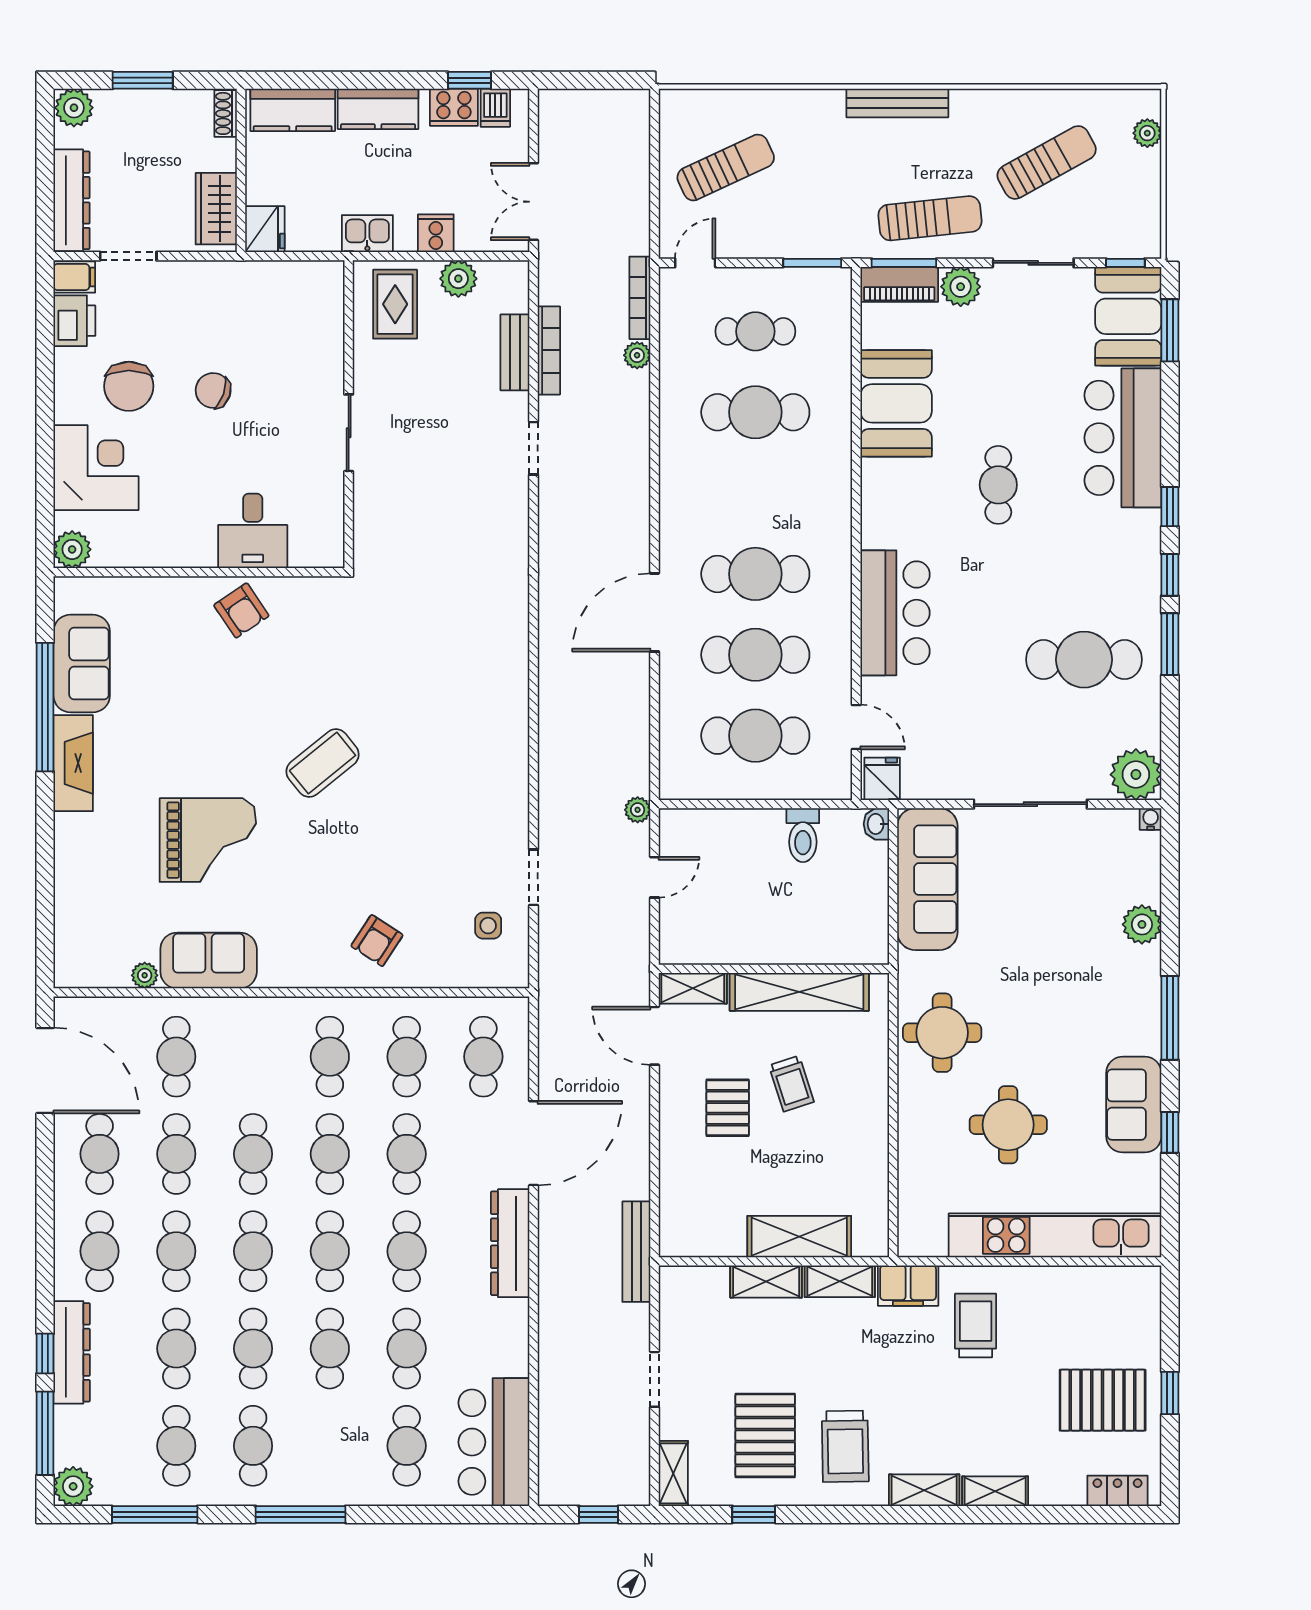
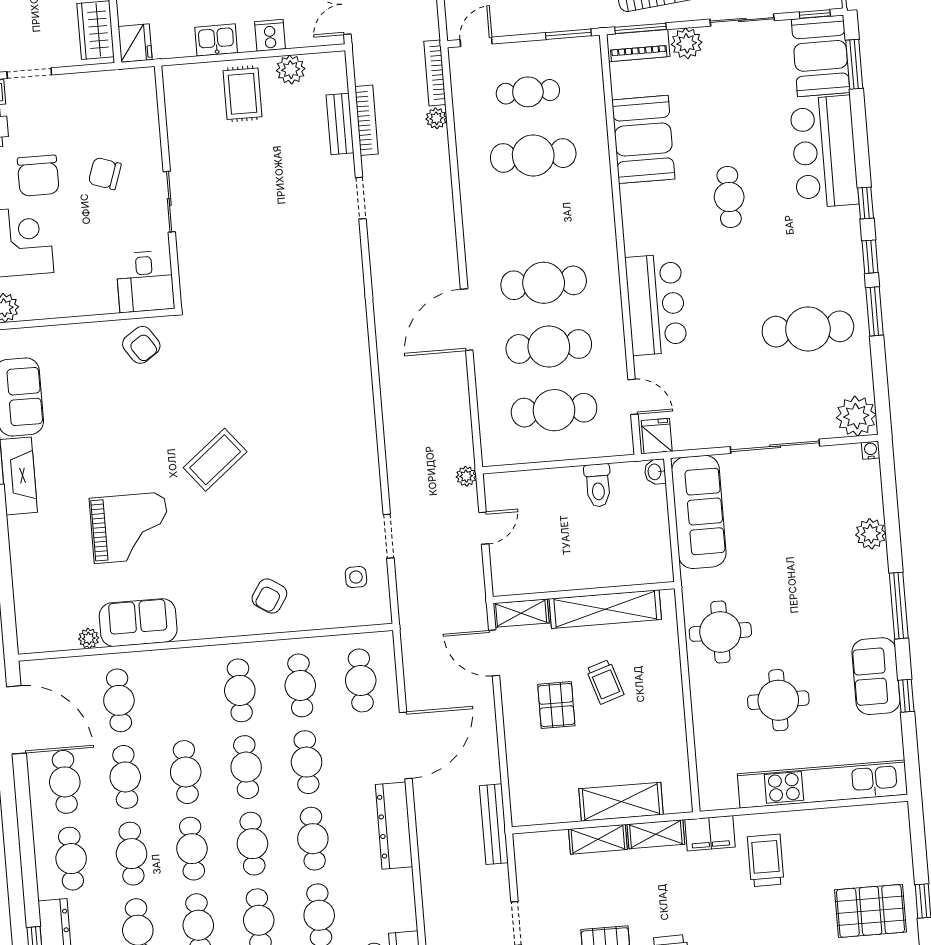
wall: (349, 414) -> (168, 187), moved
sliding door: (349, 433) -> (169, 202), moved

